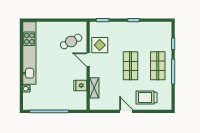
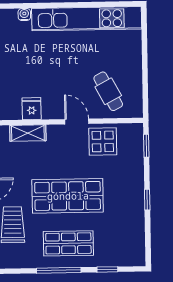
door: (88, 60) -> (77, 122), hinge flipped
shop shelf: (131, 66) -> (68, 196), width x1.43, depth x1.36

